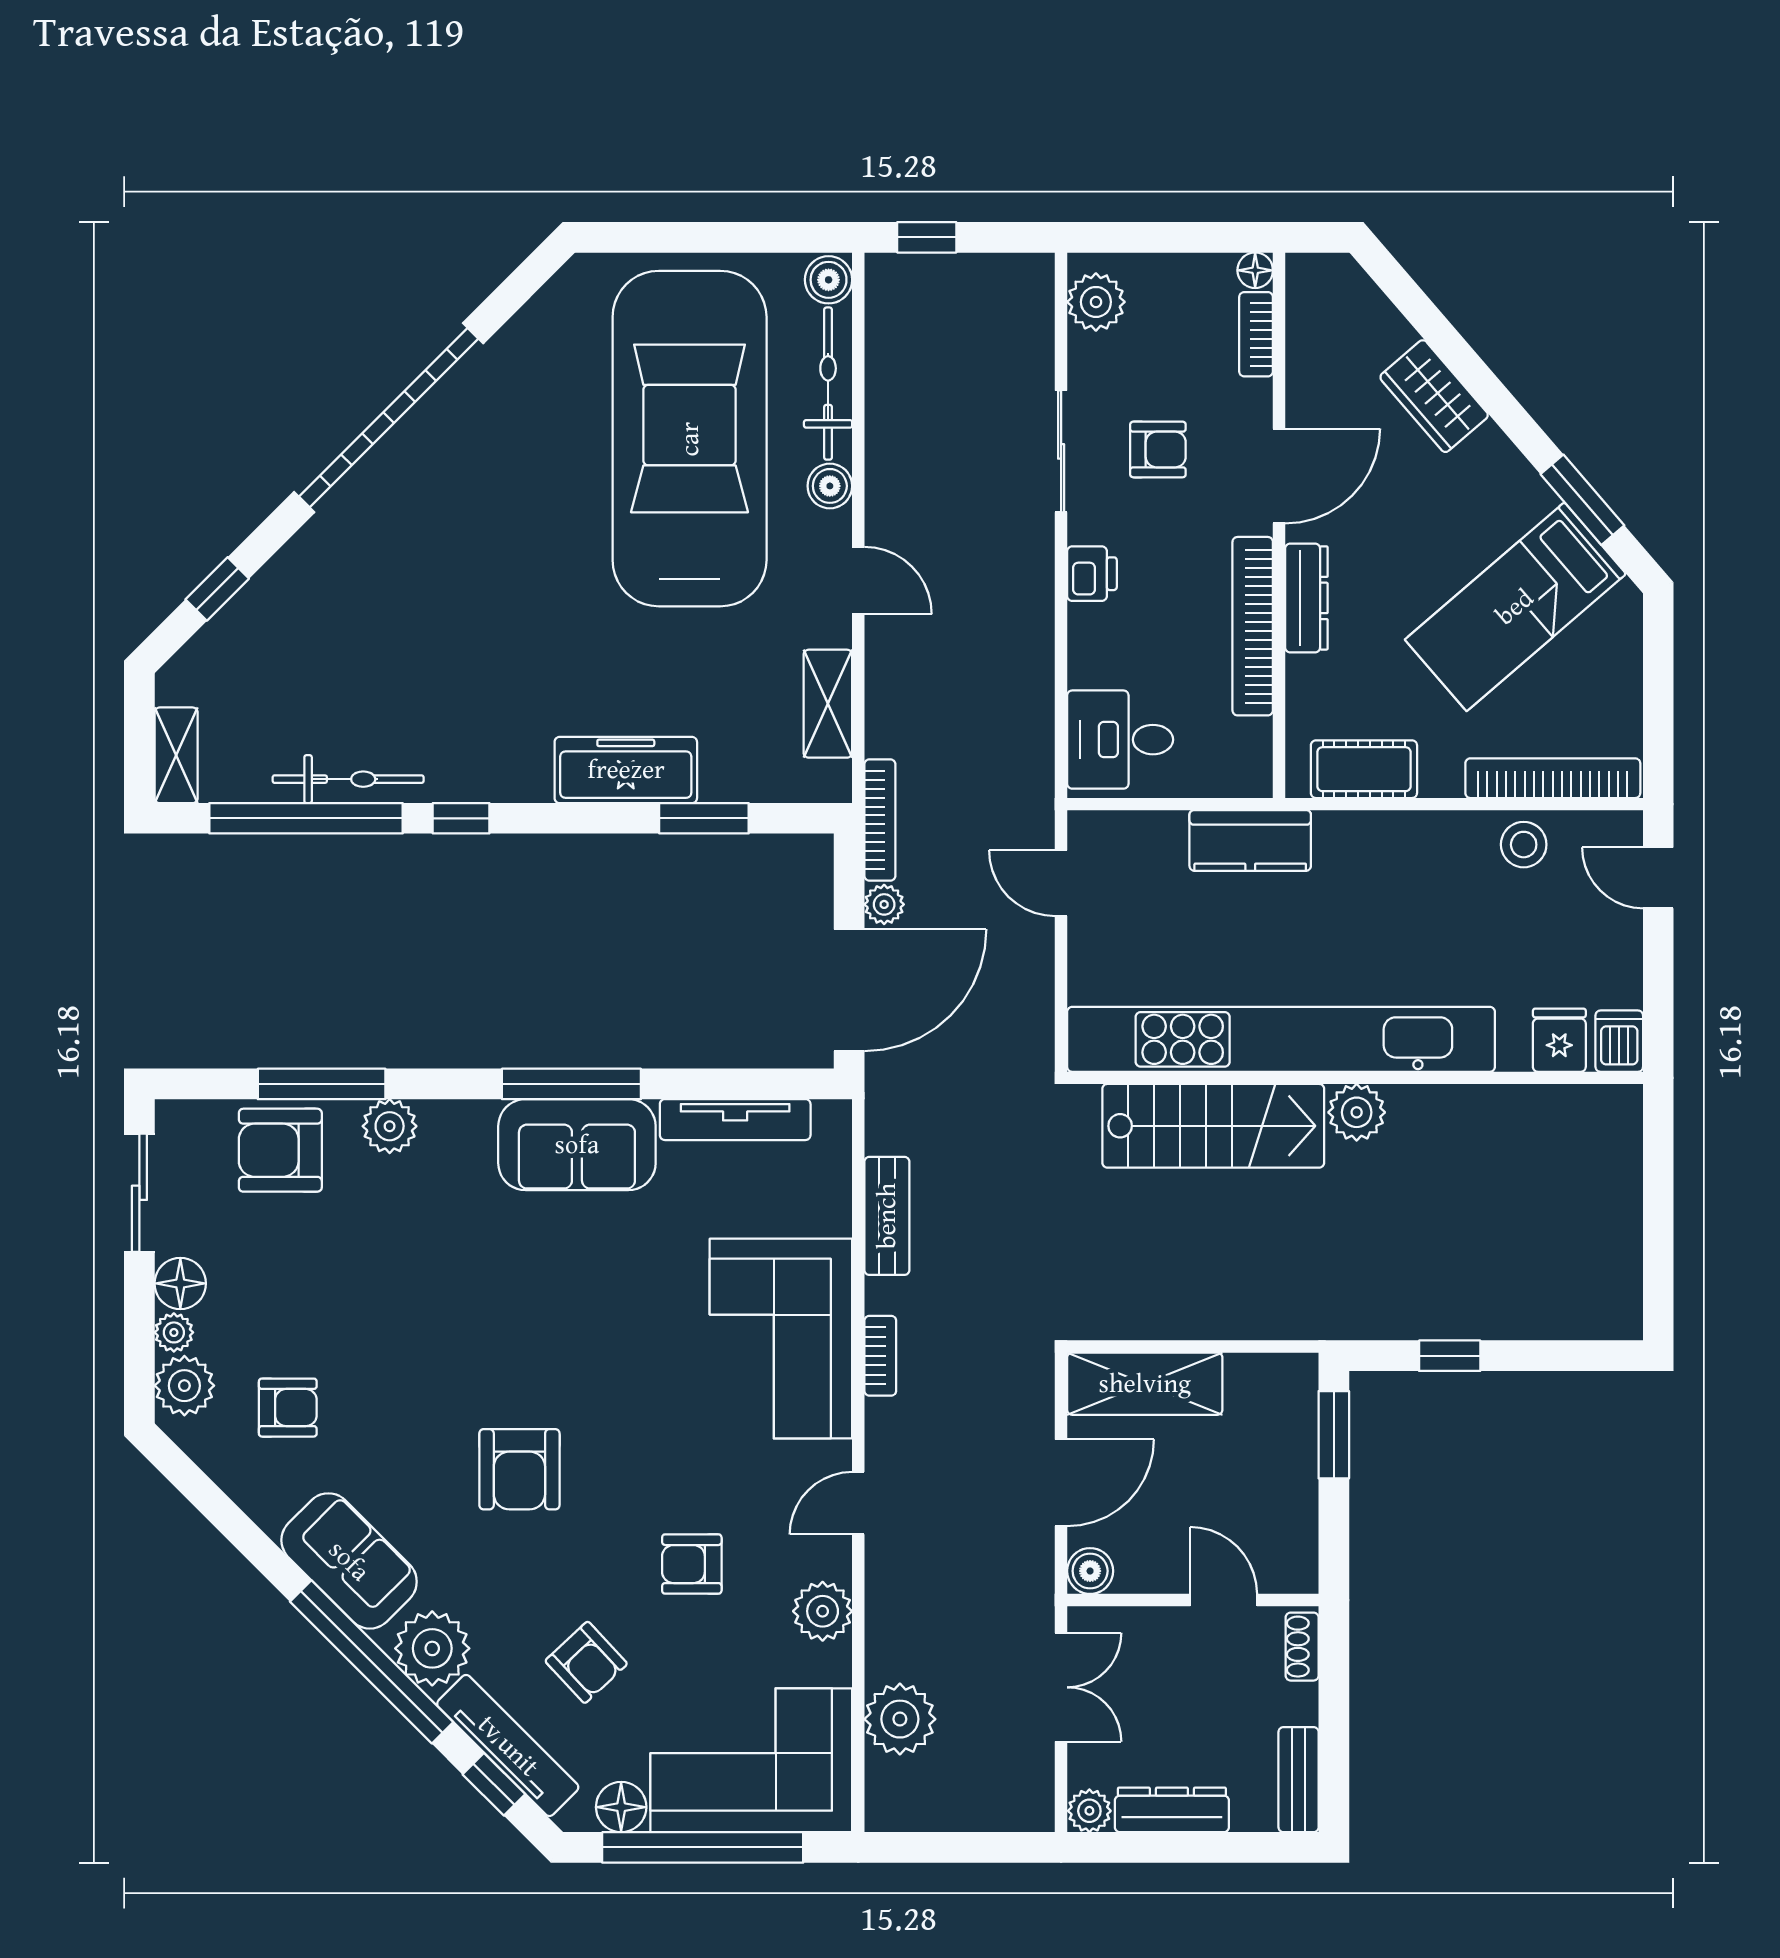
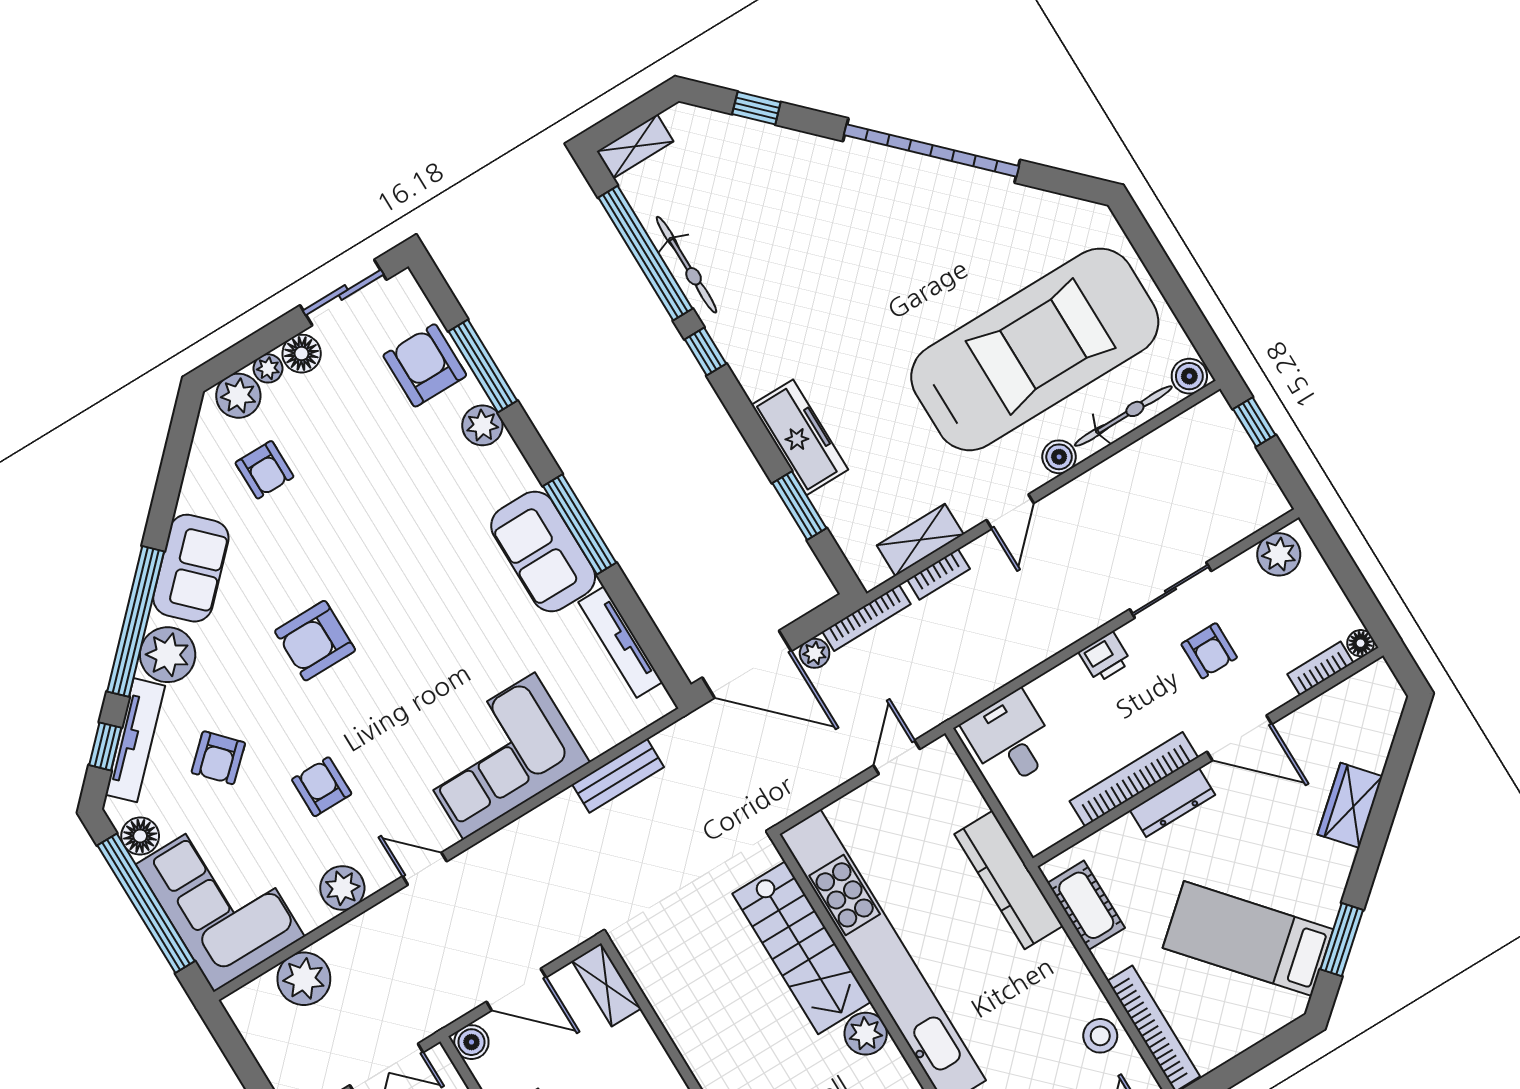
kitchen counter: (1250, 841) -> (1009, 880), width x1.50
bookcase: (880, 1356) -> (939, 574), moved
shelving: (1145, 1384) -> (606, 985), width x0.67, depth x0.75

